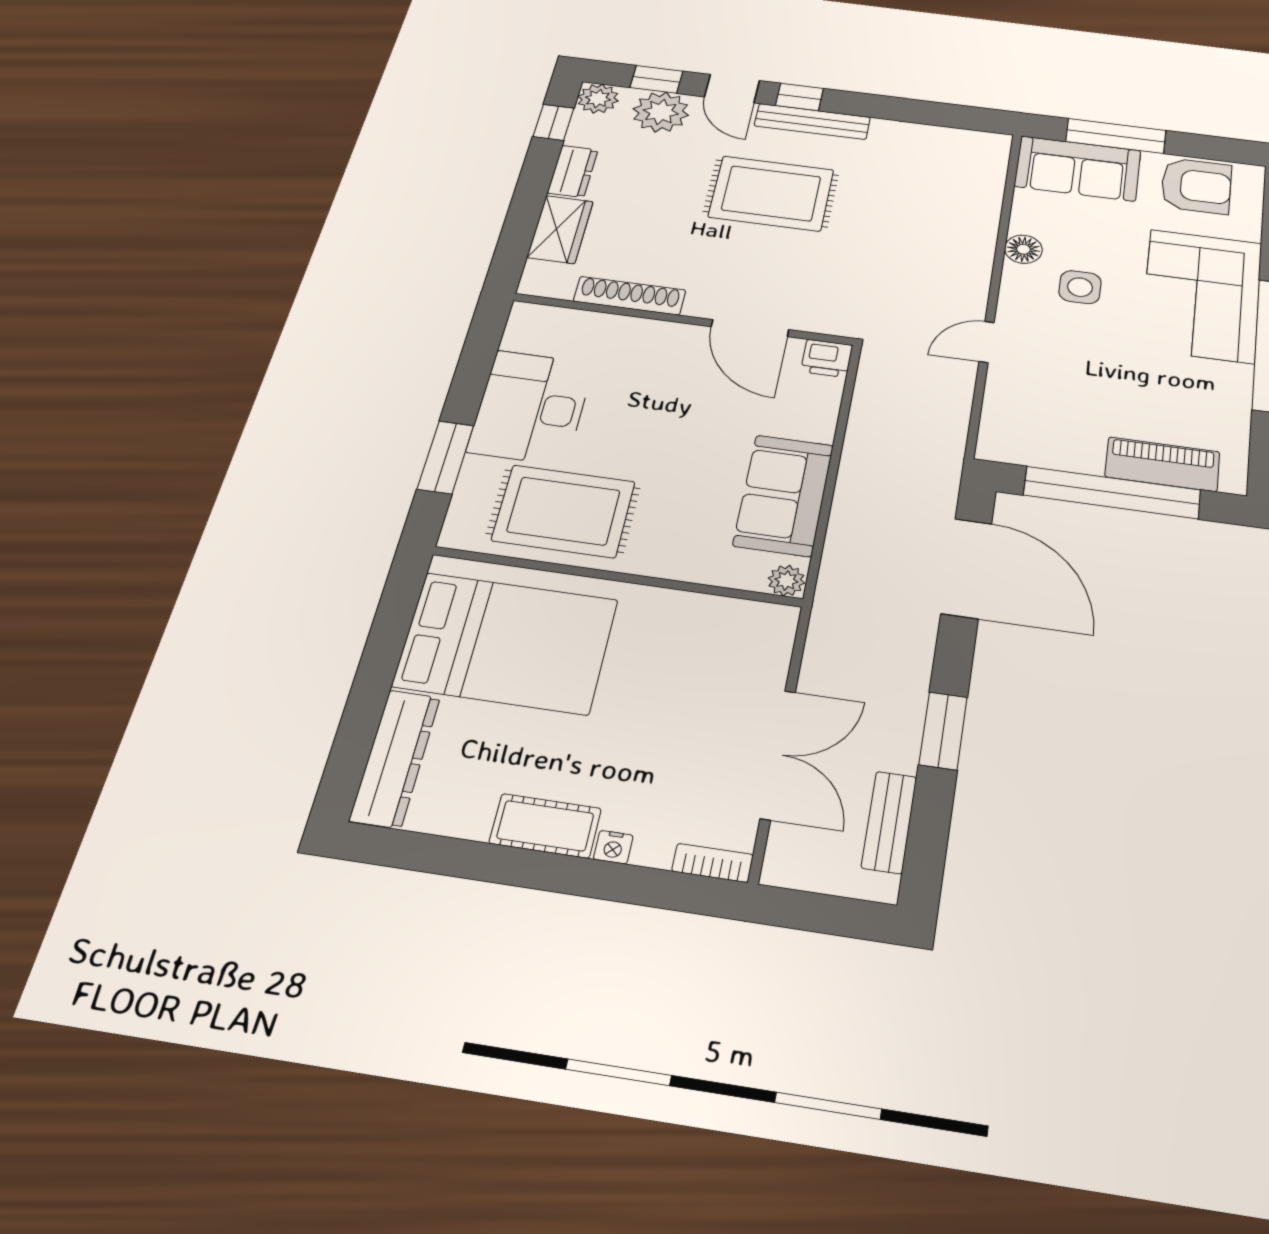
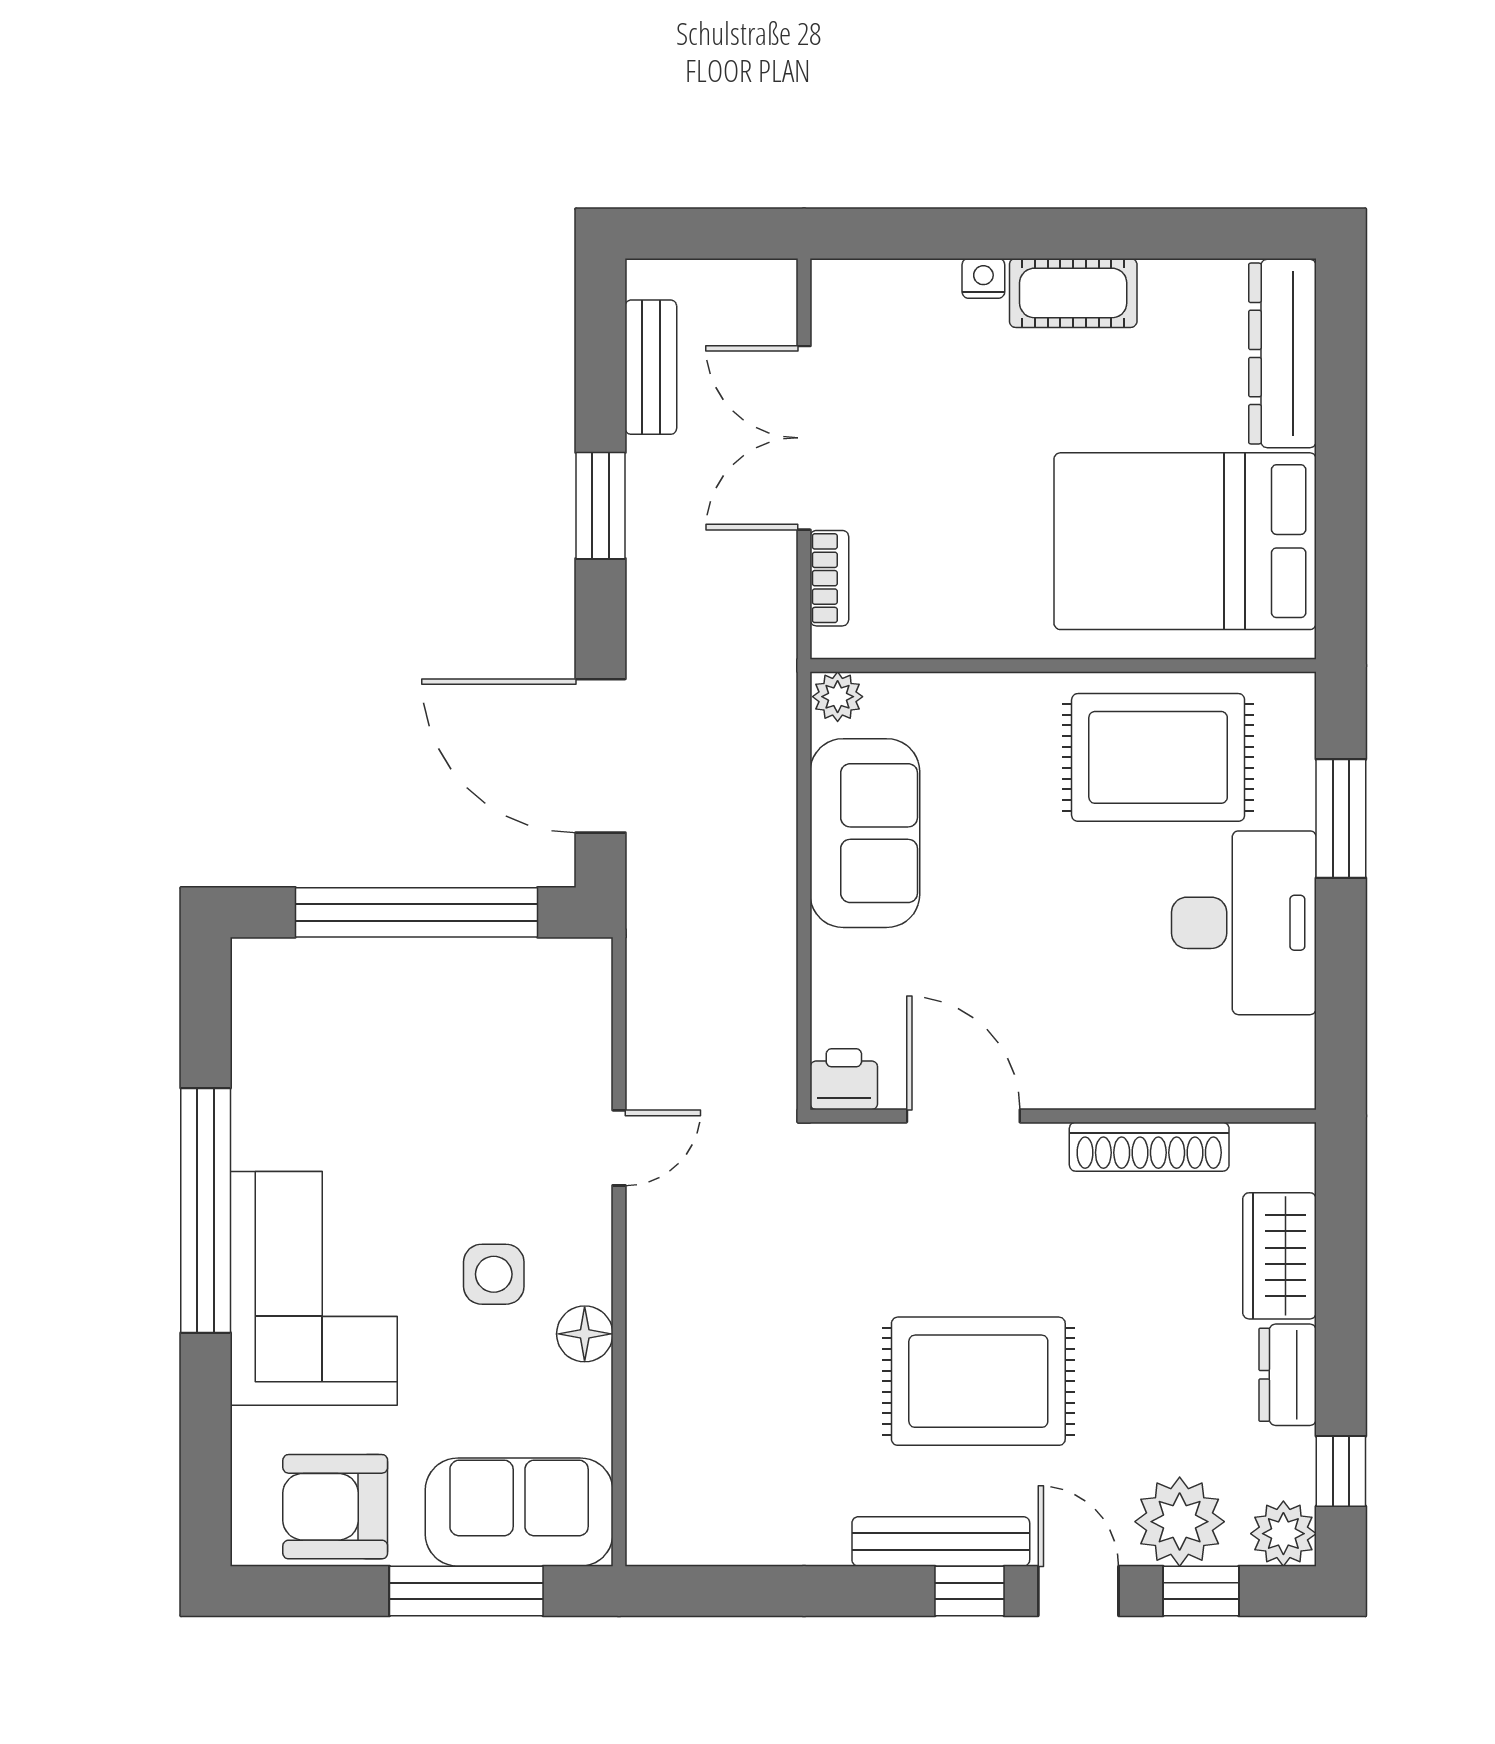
piano: (1162, 464) -> (350, 972), removed
bookcase: (713, 863) -> (829, 578), moved, turned -90

